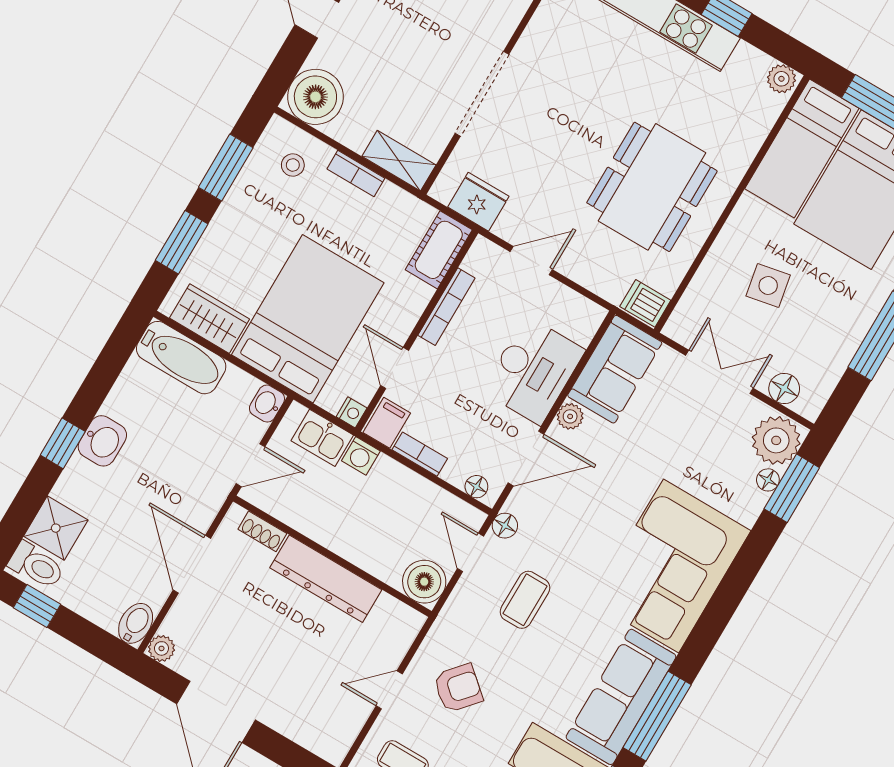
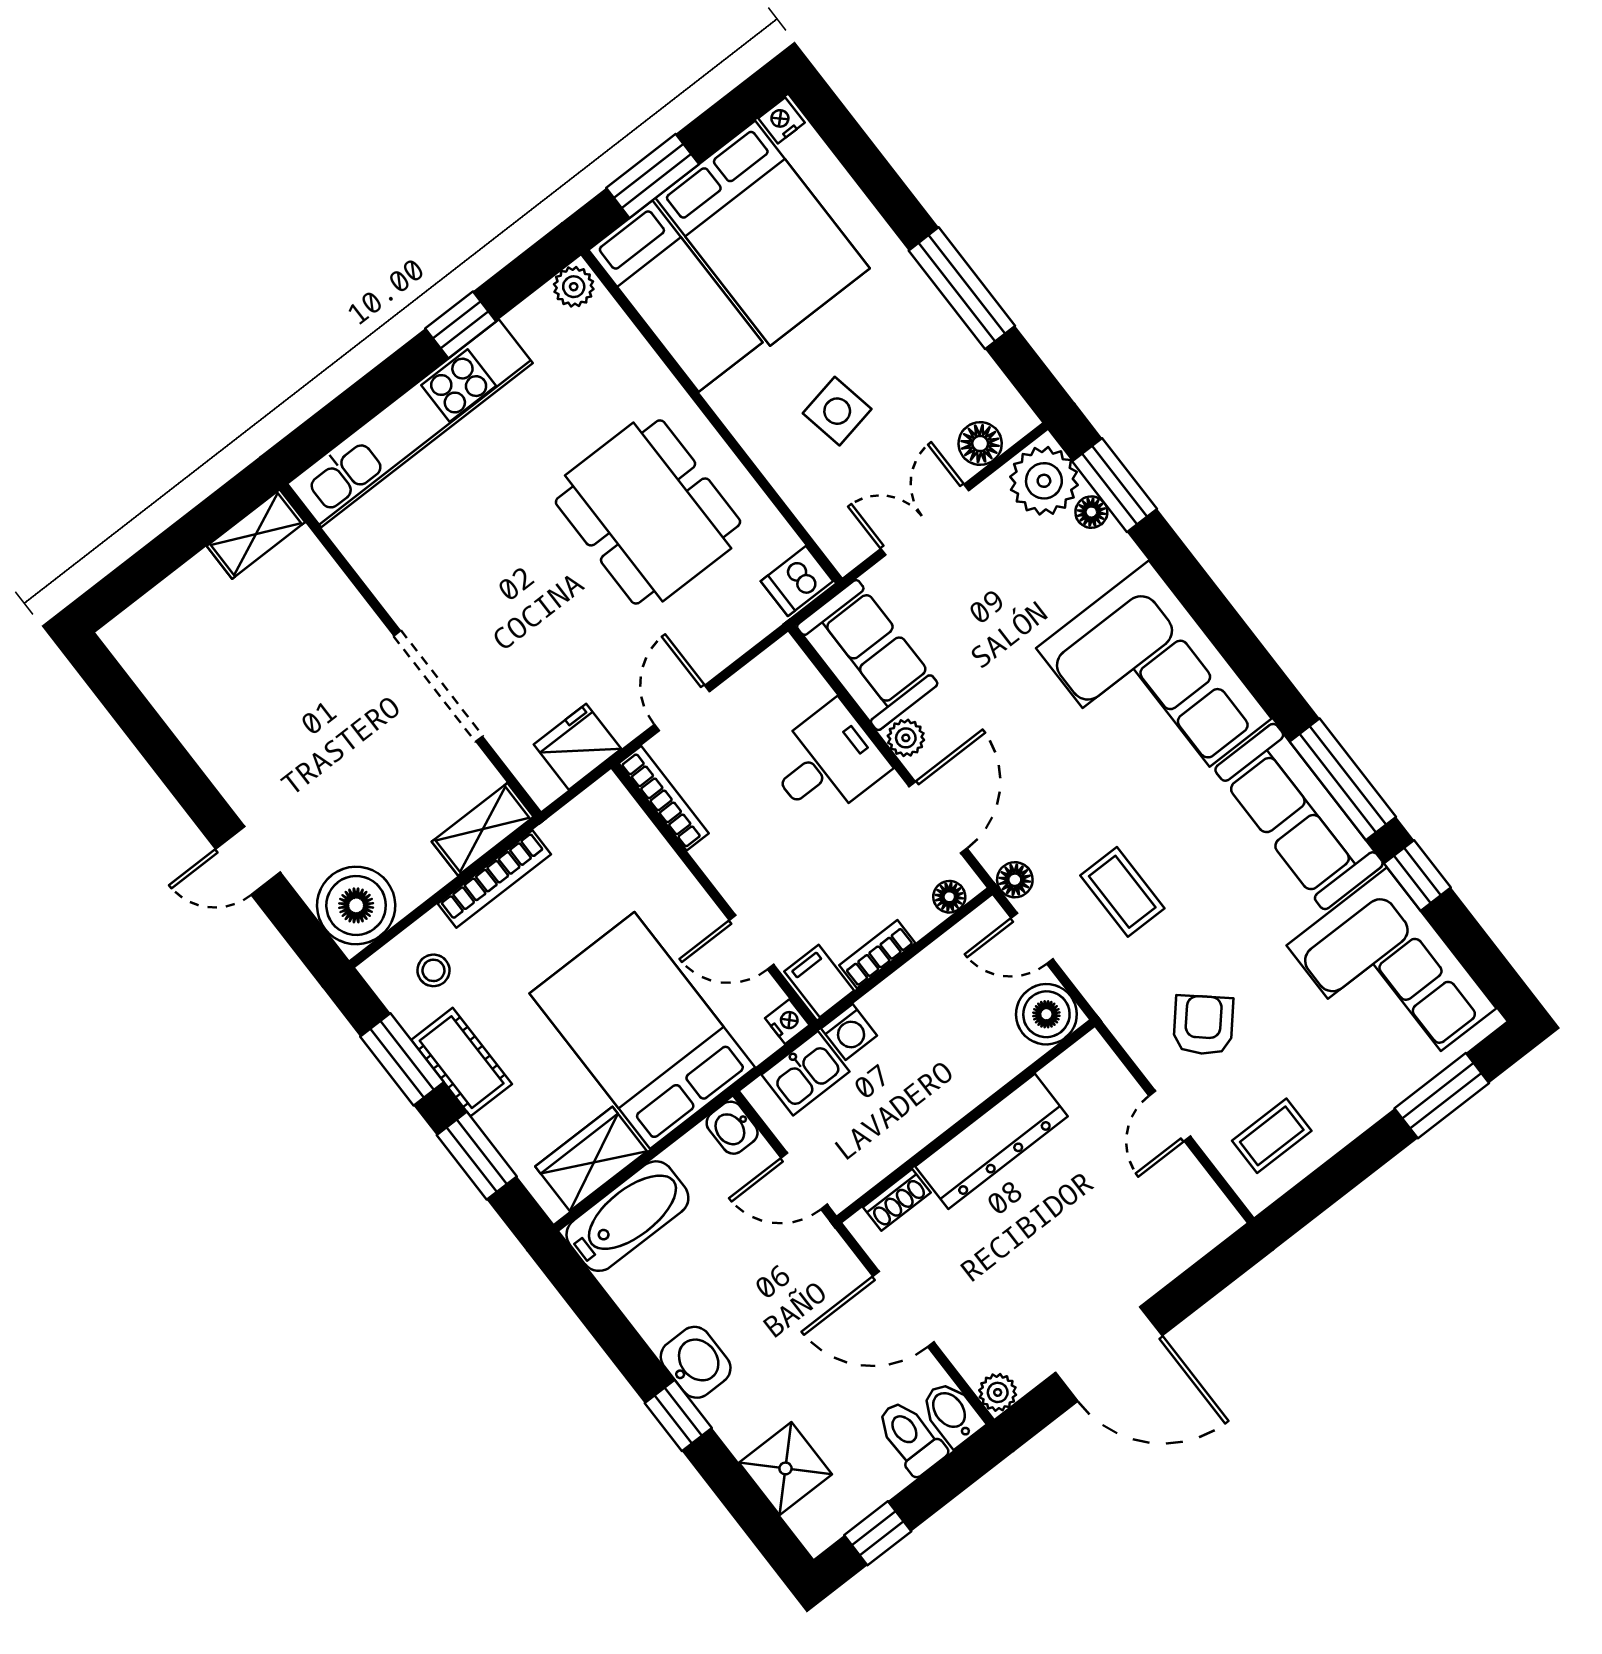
bookcase: (356, 174) -> (494, 879), width x1.56
cot: (439, 250) -> (462, 1062), moved
bookcase: (446, 307) -> (664, 798), moved
desk: (533, 370) -> (827, 762), width x0.73
door: (250, 465) -> (804, 1181), swing flipped
toilet: (36, 566) -> (911, 1437), moved, turned -90

